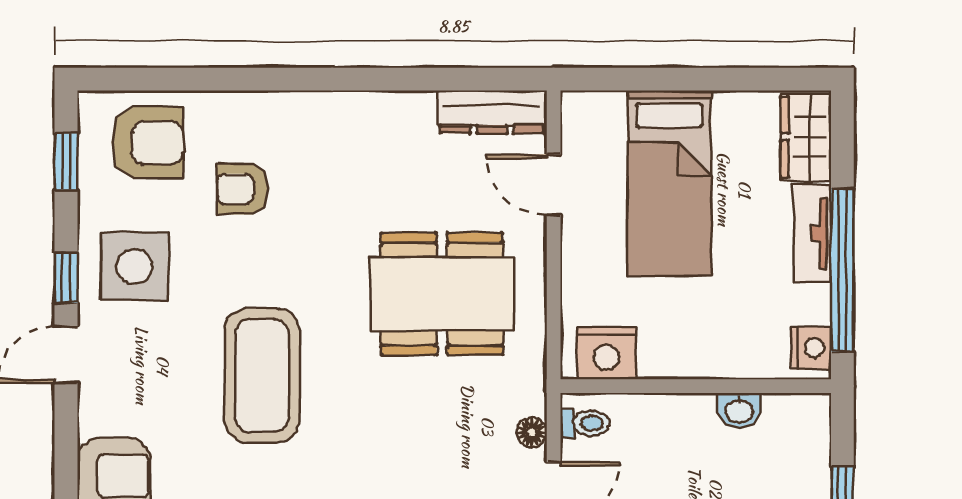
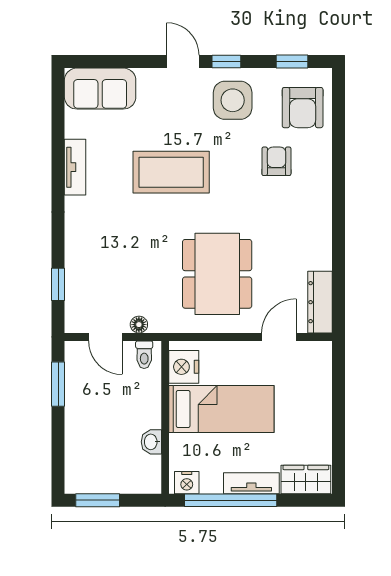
bed: (669, 183) -> (221, 409), moved, turned 180

